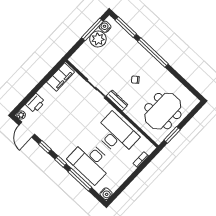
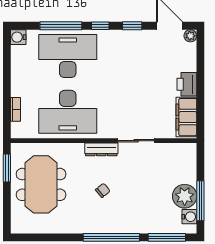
printer: (35, 103) -> (187, 84), moved

